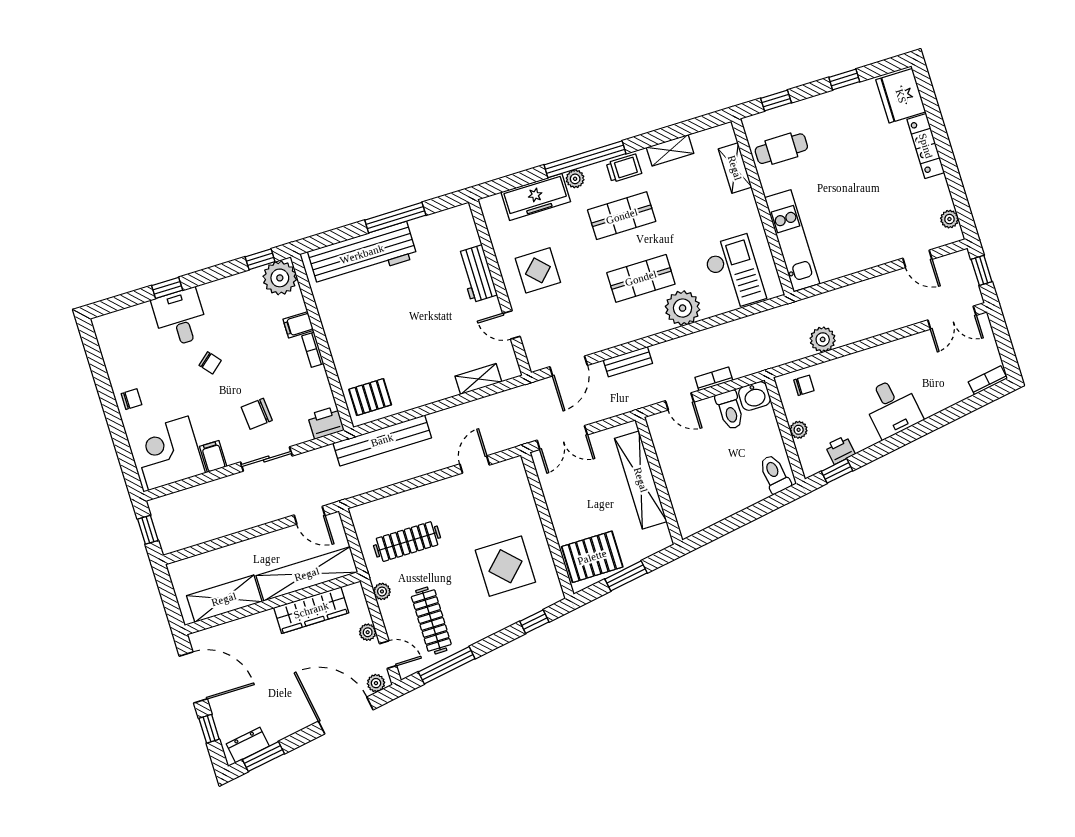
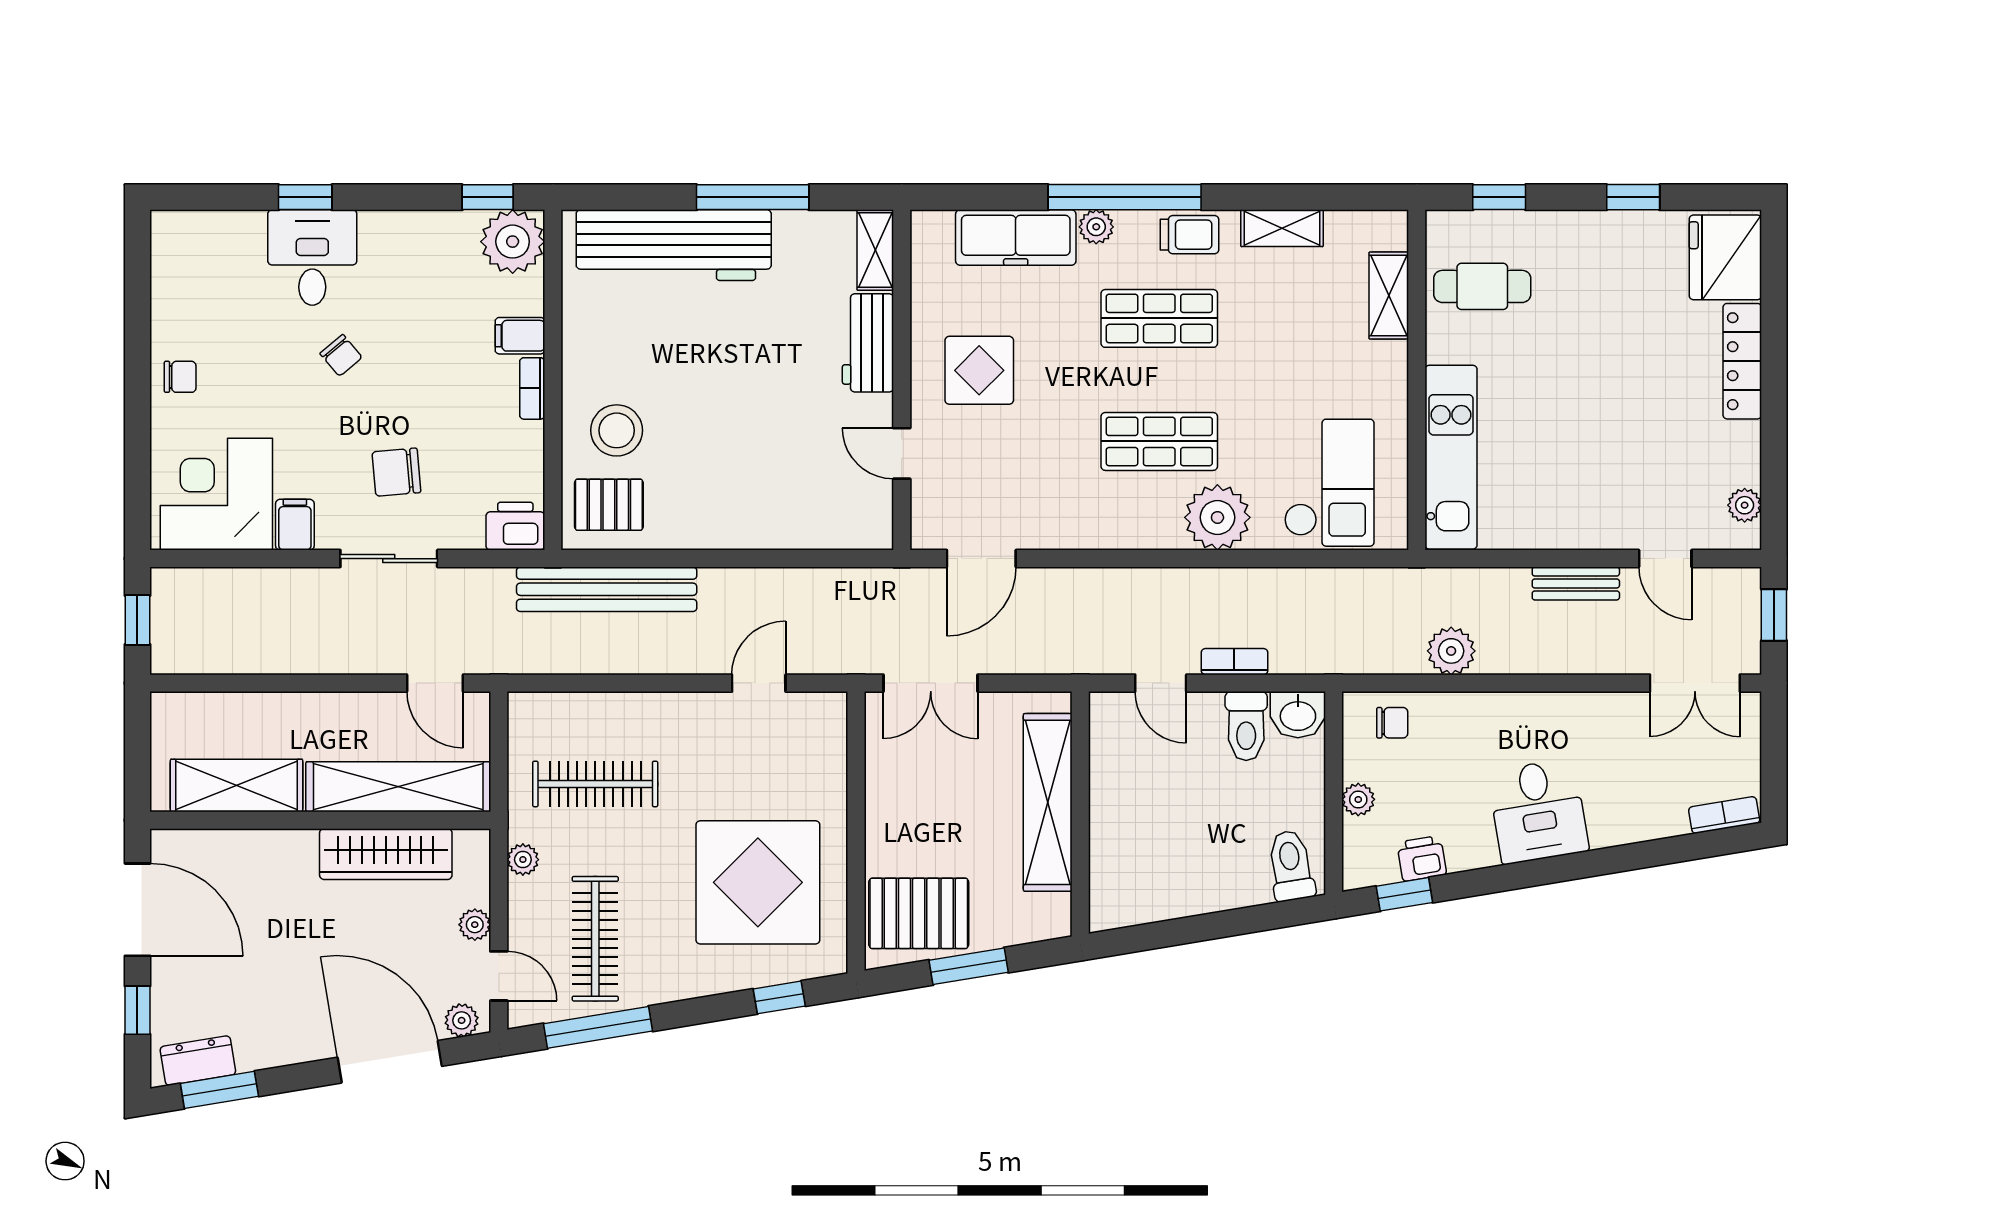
stool: (362, 358) -> (617, 430), added
bench: (628, 362) -> (1576, 583), moved
shelving: (478, 379) -> (875, 250), moved, turned 90
display table: (505, 566) -> (758, 882), width x1.36, depth x1.36

